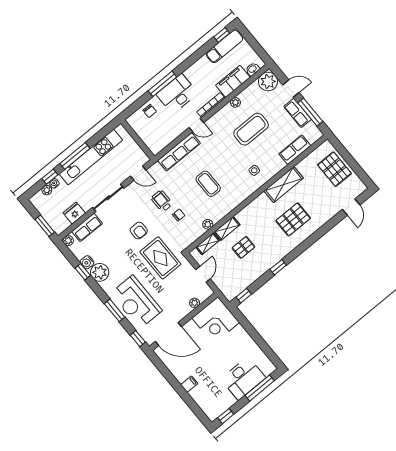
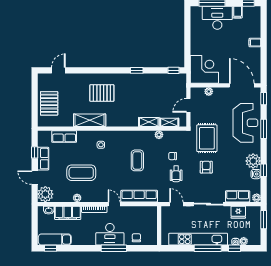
window: (310, 112) -> (35, 152), width x0.46
pallet: (243, 247) -> (148, 101), removed
filing cabinet: (229, 399) -> (238, 12), added

